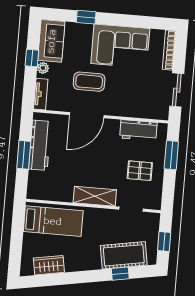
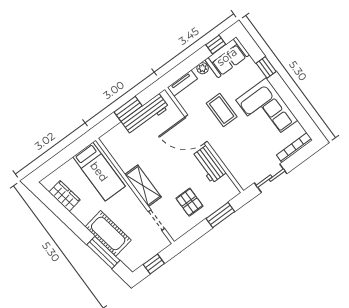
window: (32, 58) -> (216, 45), moved
workbench: (138, 130) -> (209, 164), moved
cot: (124, 255) -> (108, 233), moved
window: (120, 274) -> (103, 253), width x2.17

